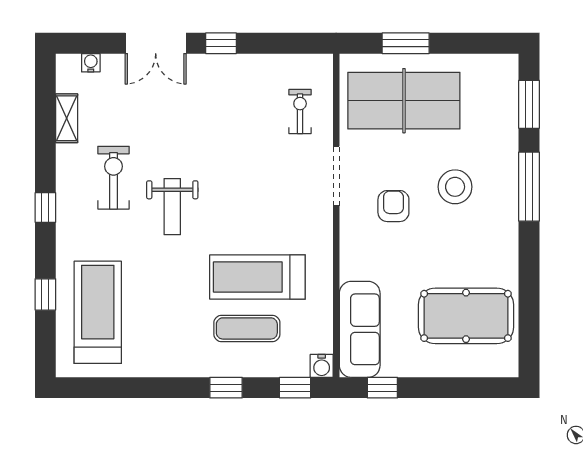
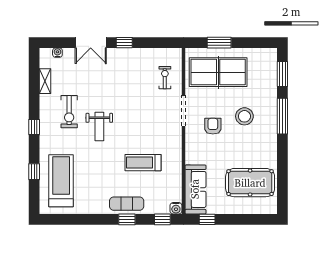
exercise bike: (113, 178) -> (69, 112), turned 180
treadmill: (257, 277) -> (143, 163), width x0.73, depth x0.73
exercise mat: (247, 328) -> (127, 204), moved

